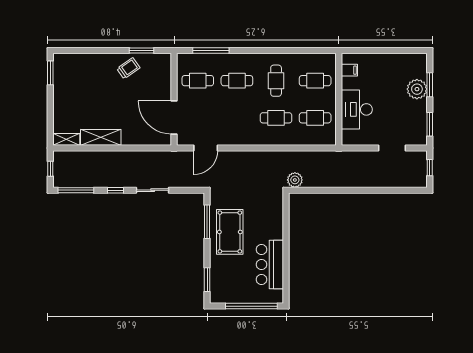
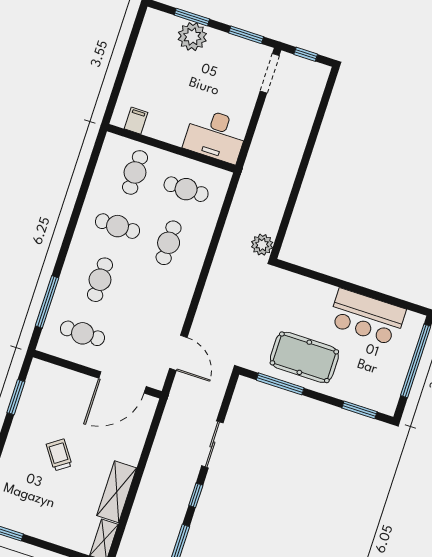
trolley: (128, 68) -> (59, 455), moved
cafe table: (198, 81) -> (82, 333), turned 90
desk: (357, 109) -> (216, 135), moved
cafe table: (315, 118) -> (186, 189), turned 90
doorway: (392, 148) -> (270, 73), moved

